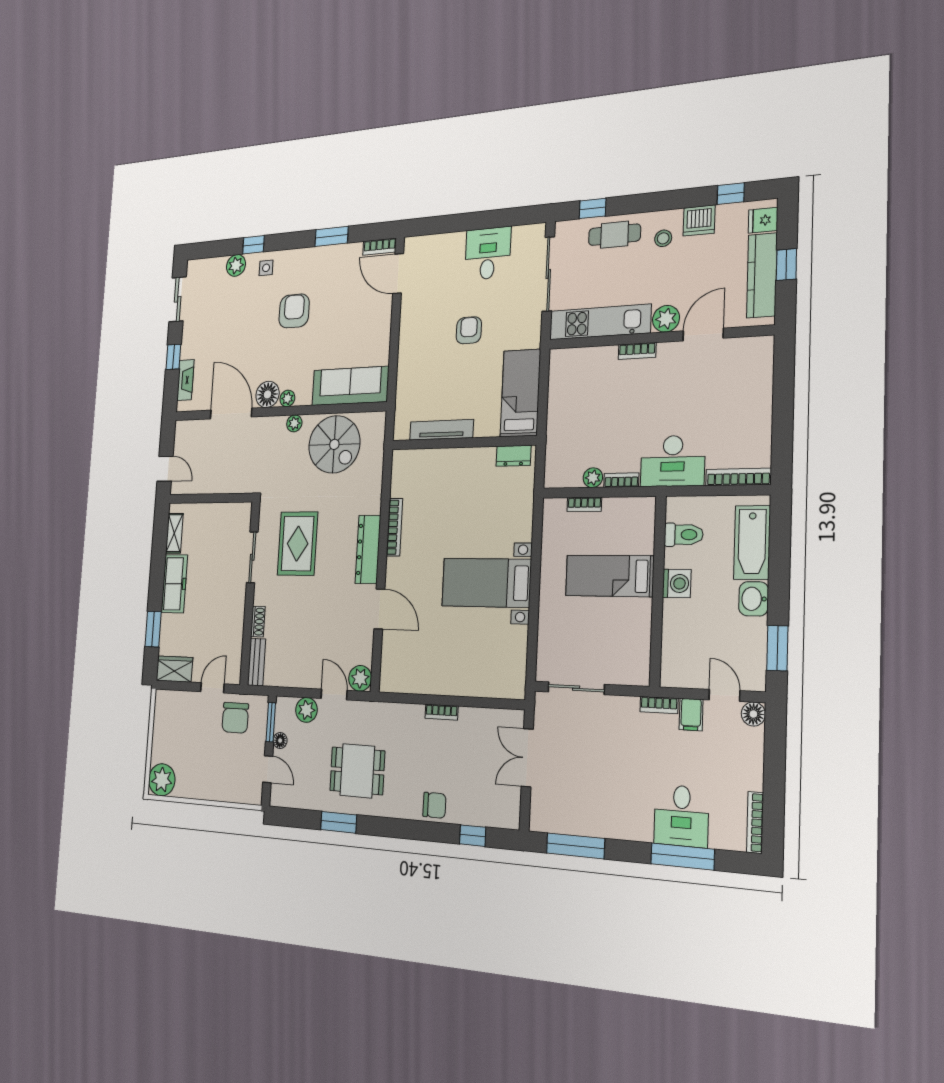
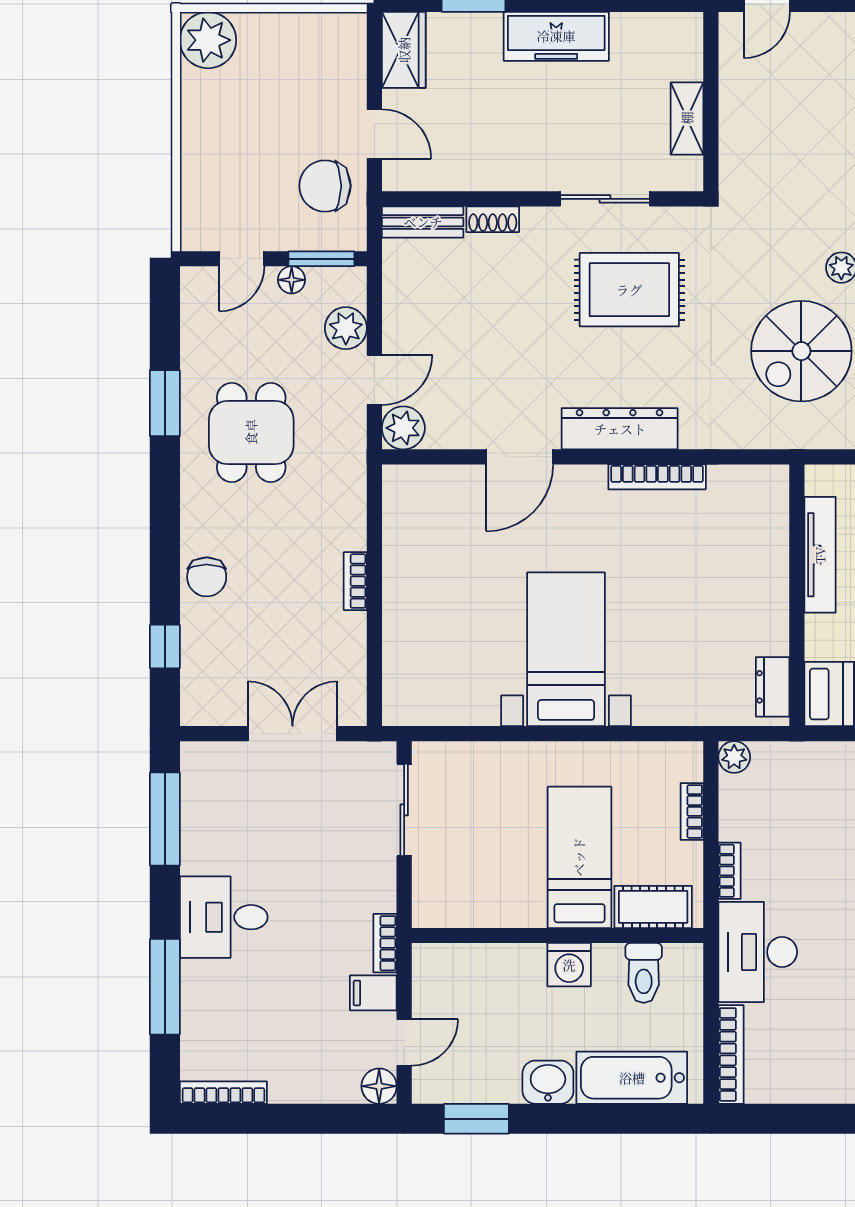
plant: (593, 478) -> (734, 757), moved
cot: (642, 529) -> (653, 907), added
shelving: (174, 533) -> (687, 118), moved, turned 90
desk: (681, 816) -> (224, 917), moved

